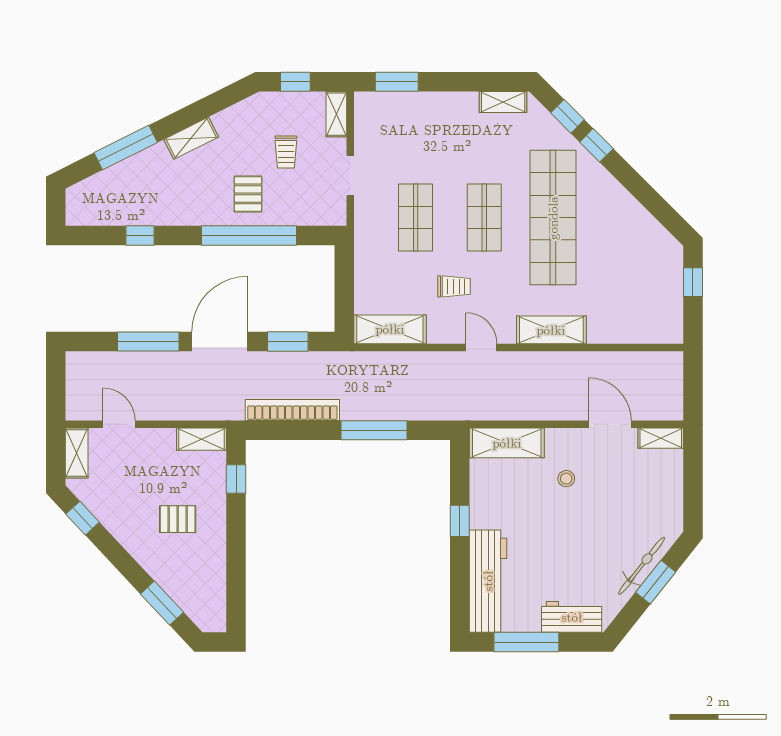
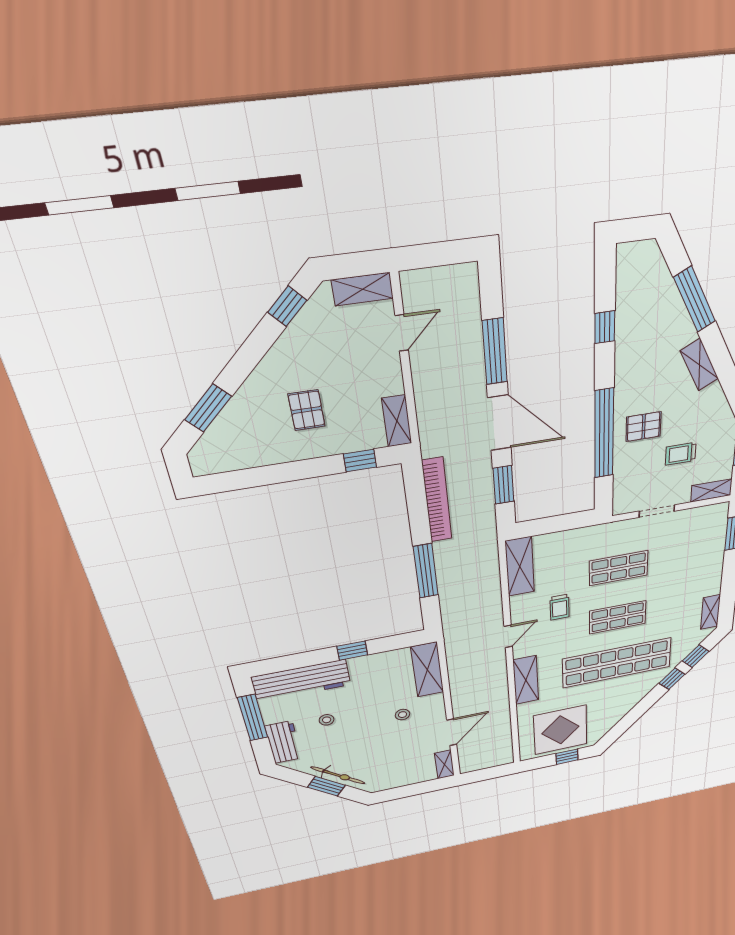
display table: (644, 290) -> (560, 730), added
stool: (551, 564) -> (327, 720), added

